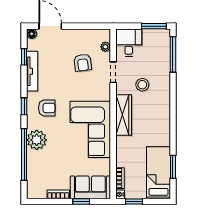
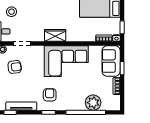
stool: (142, 85) -> (11, 12), moved
wardrobe: (124, 115) -> (55, 35), width x0.67
plant: (37, 140) -> (93, 103), moved

